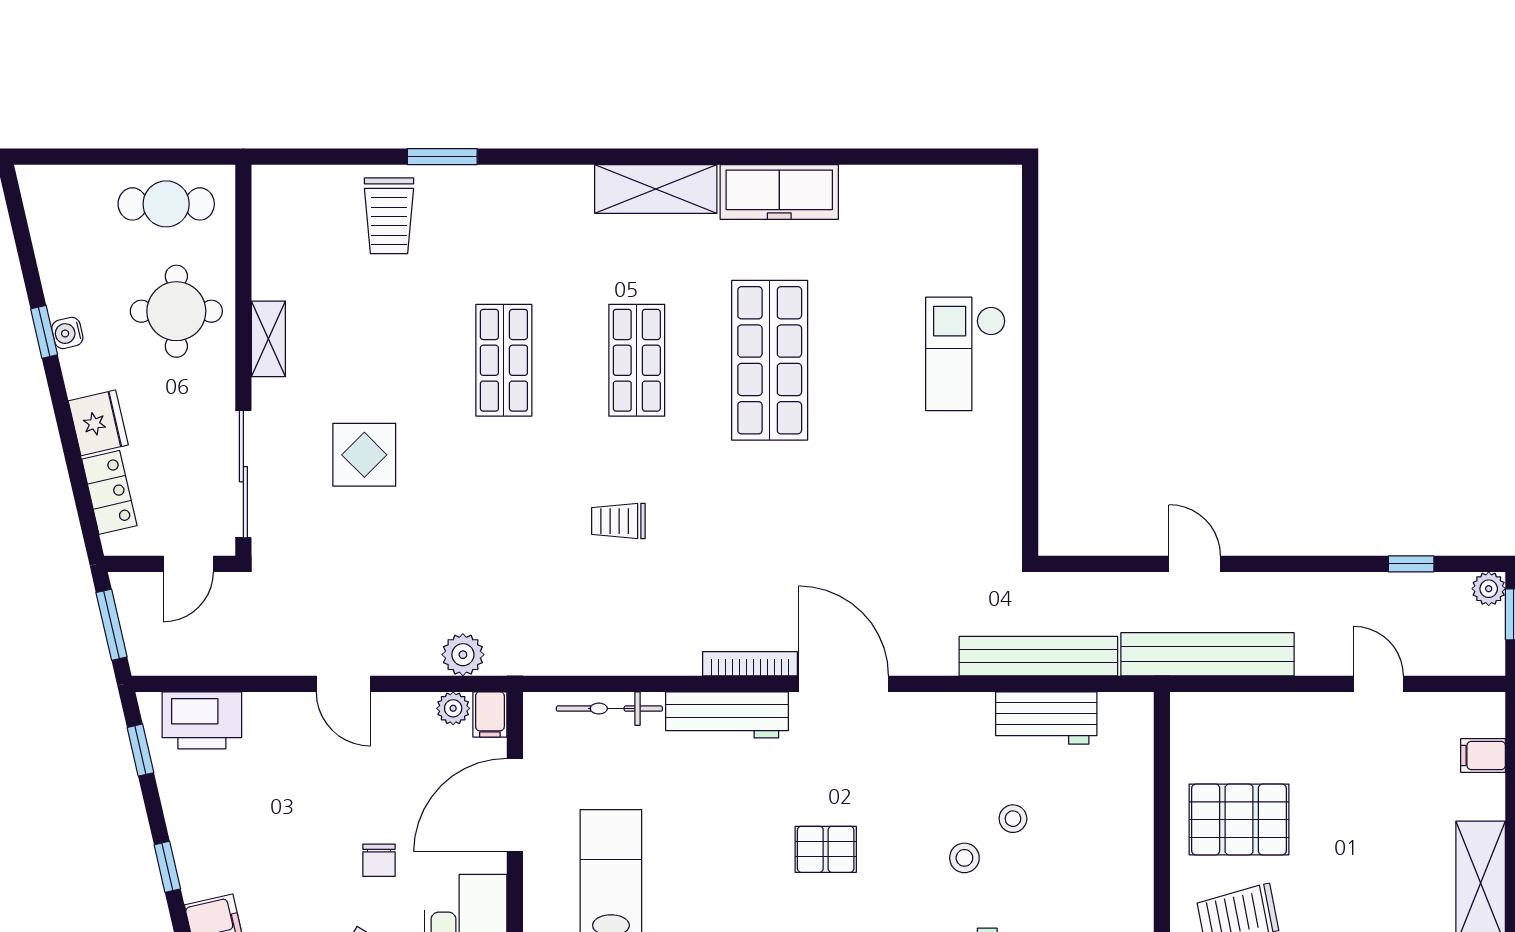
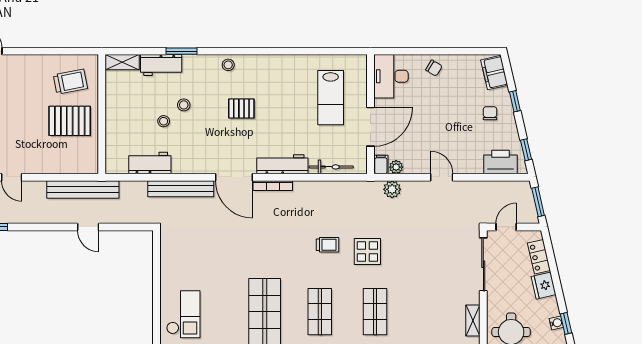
display table: (364, 455) -> (367, 251), moved
bench: (1038, 656) -> (181, 189), moved
chair: (379, 860) -> (490, 113), moved

